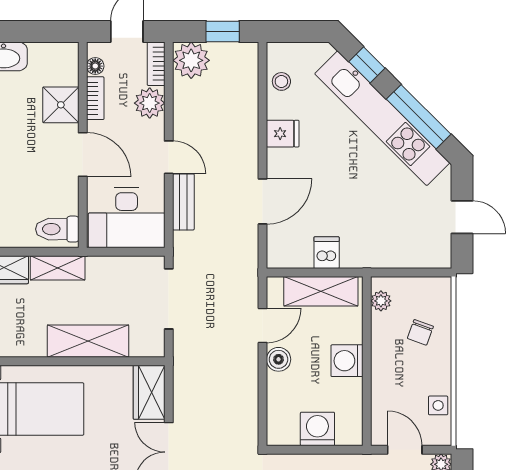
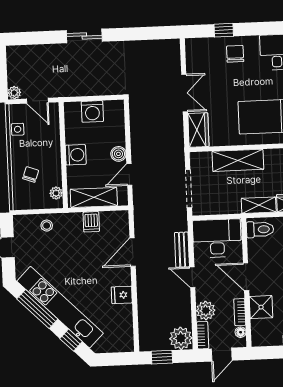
stool: (281, 81) -> (47, 226), moved

